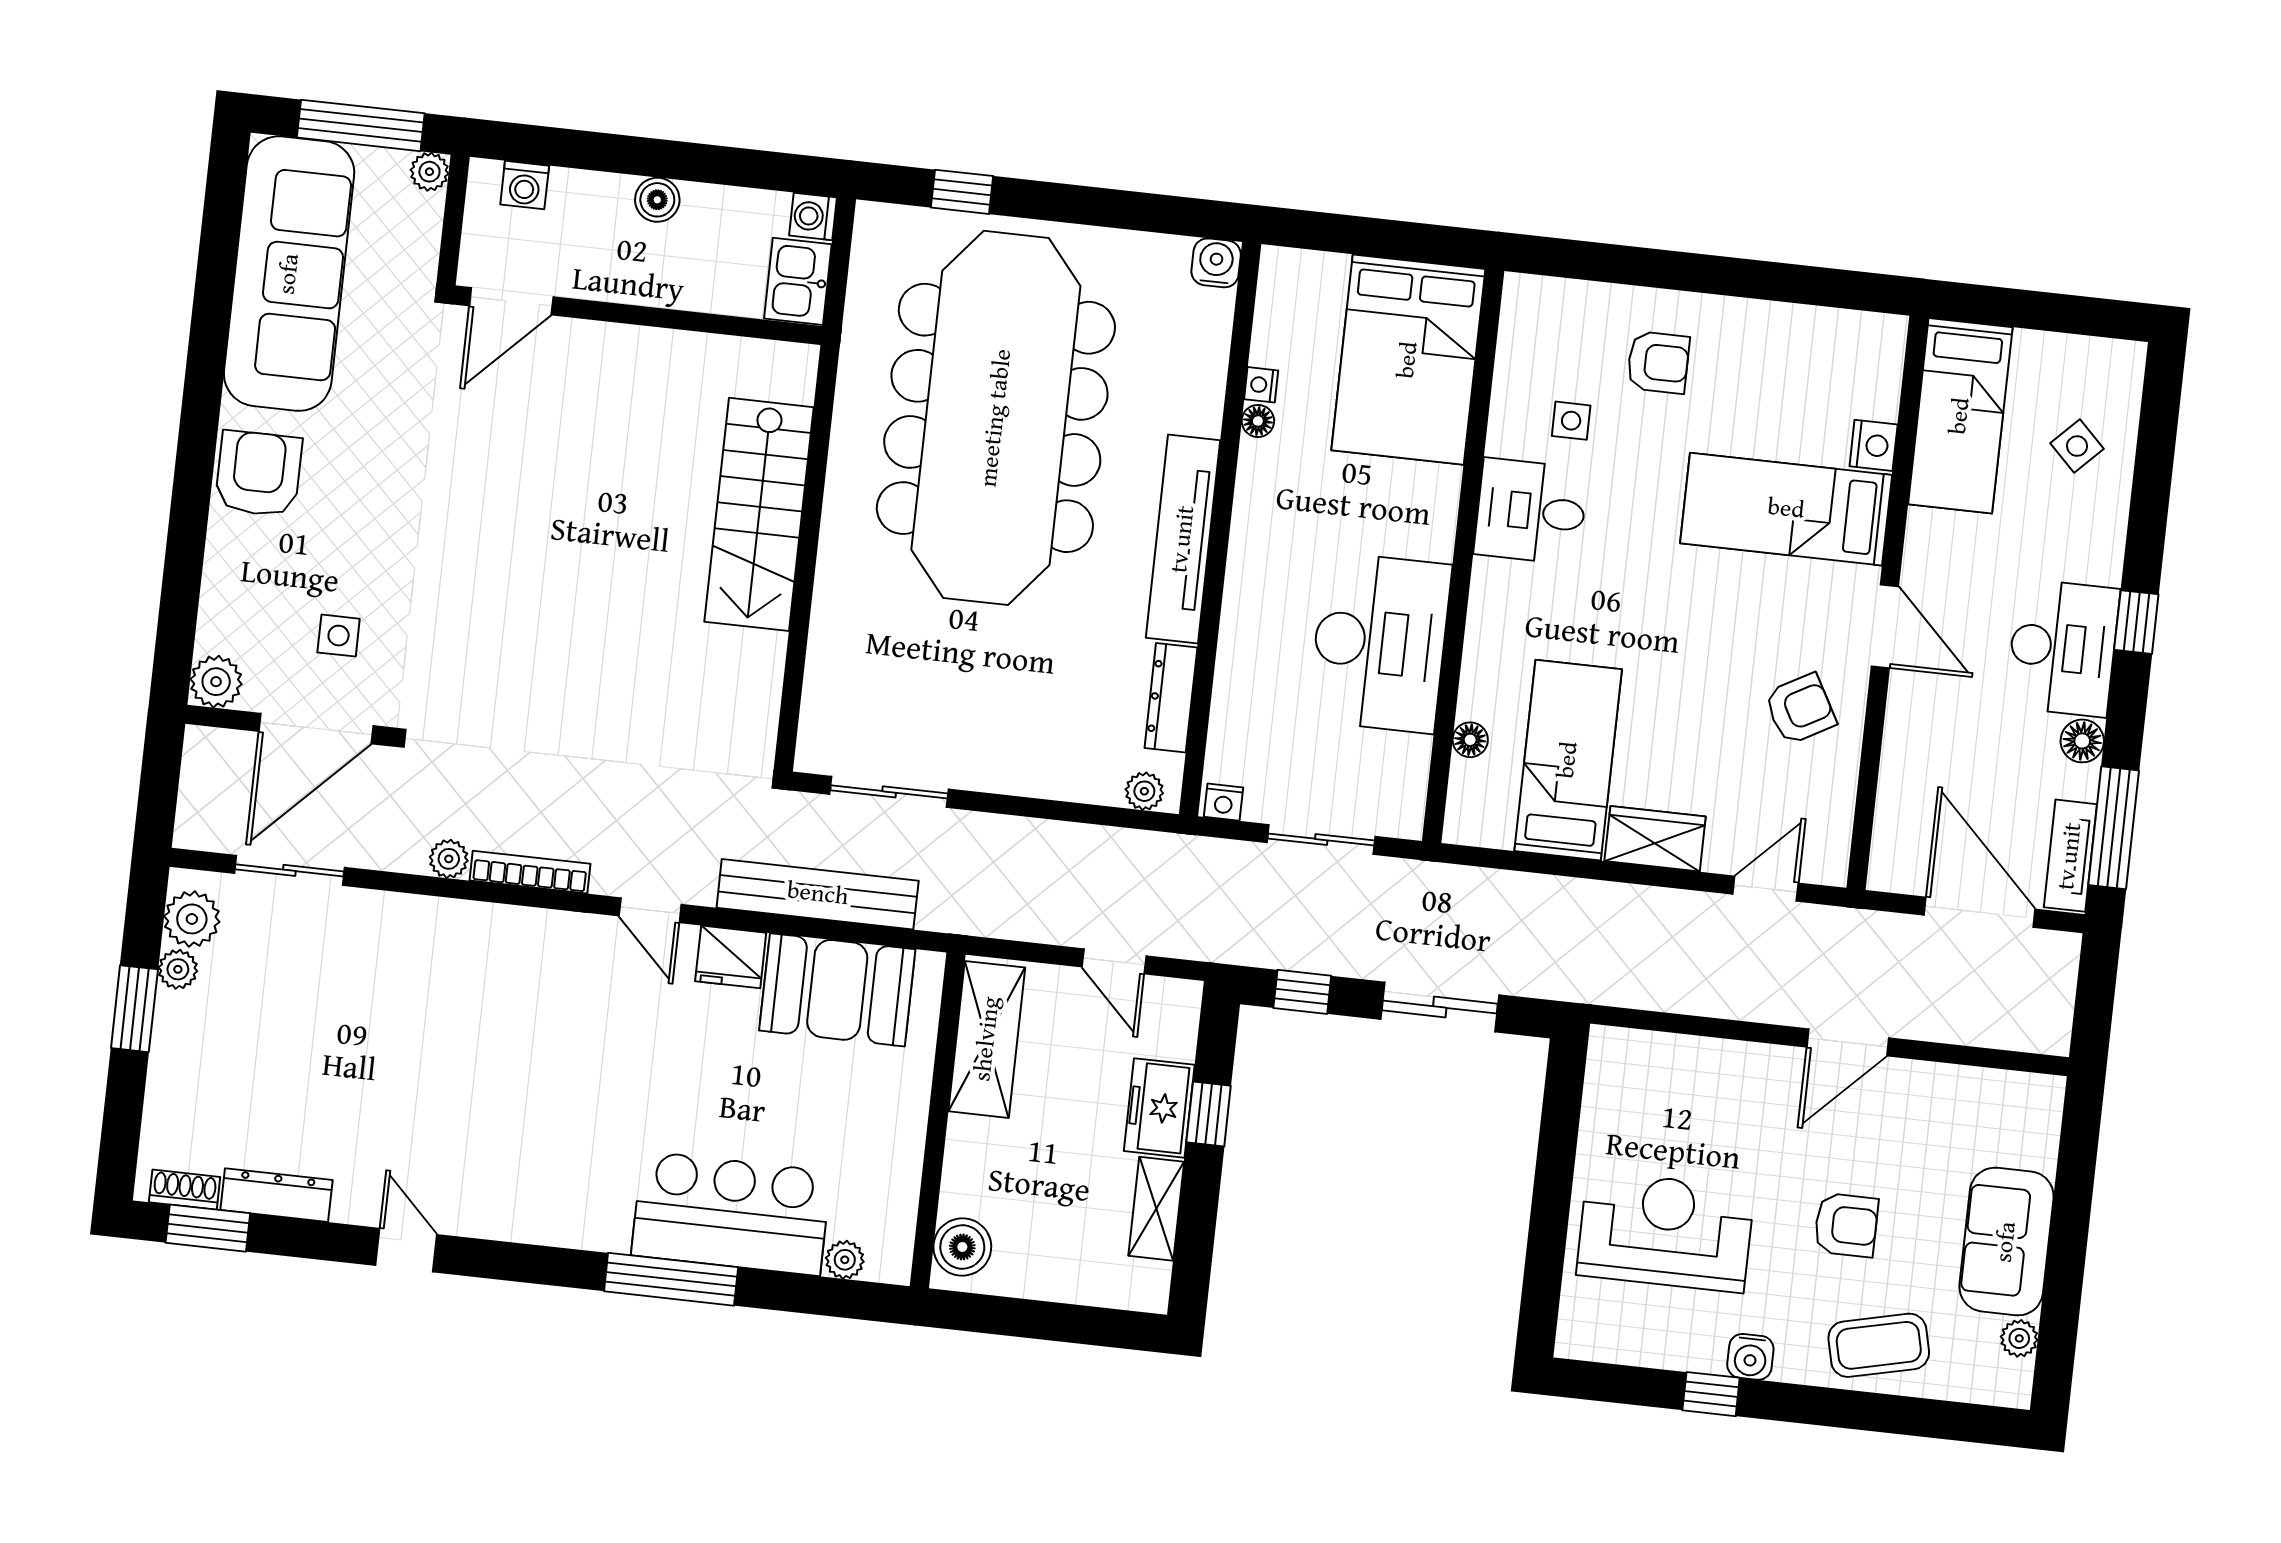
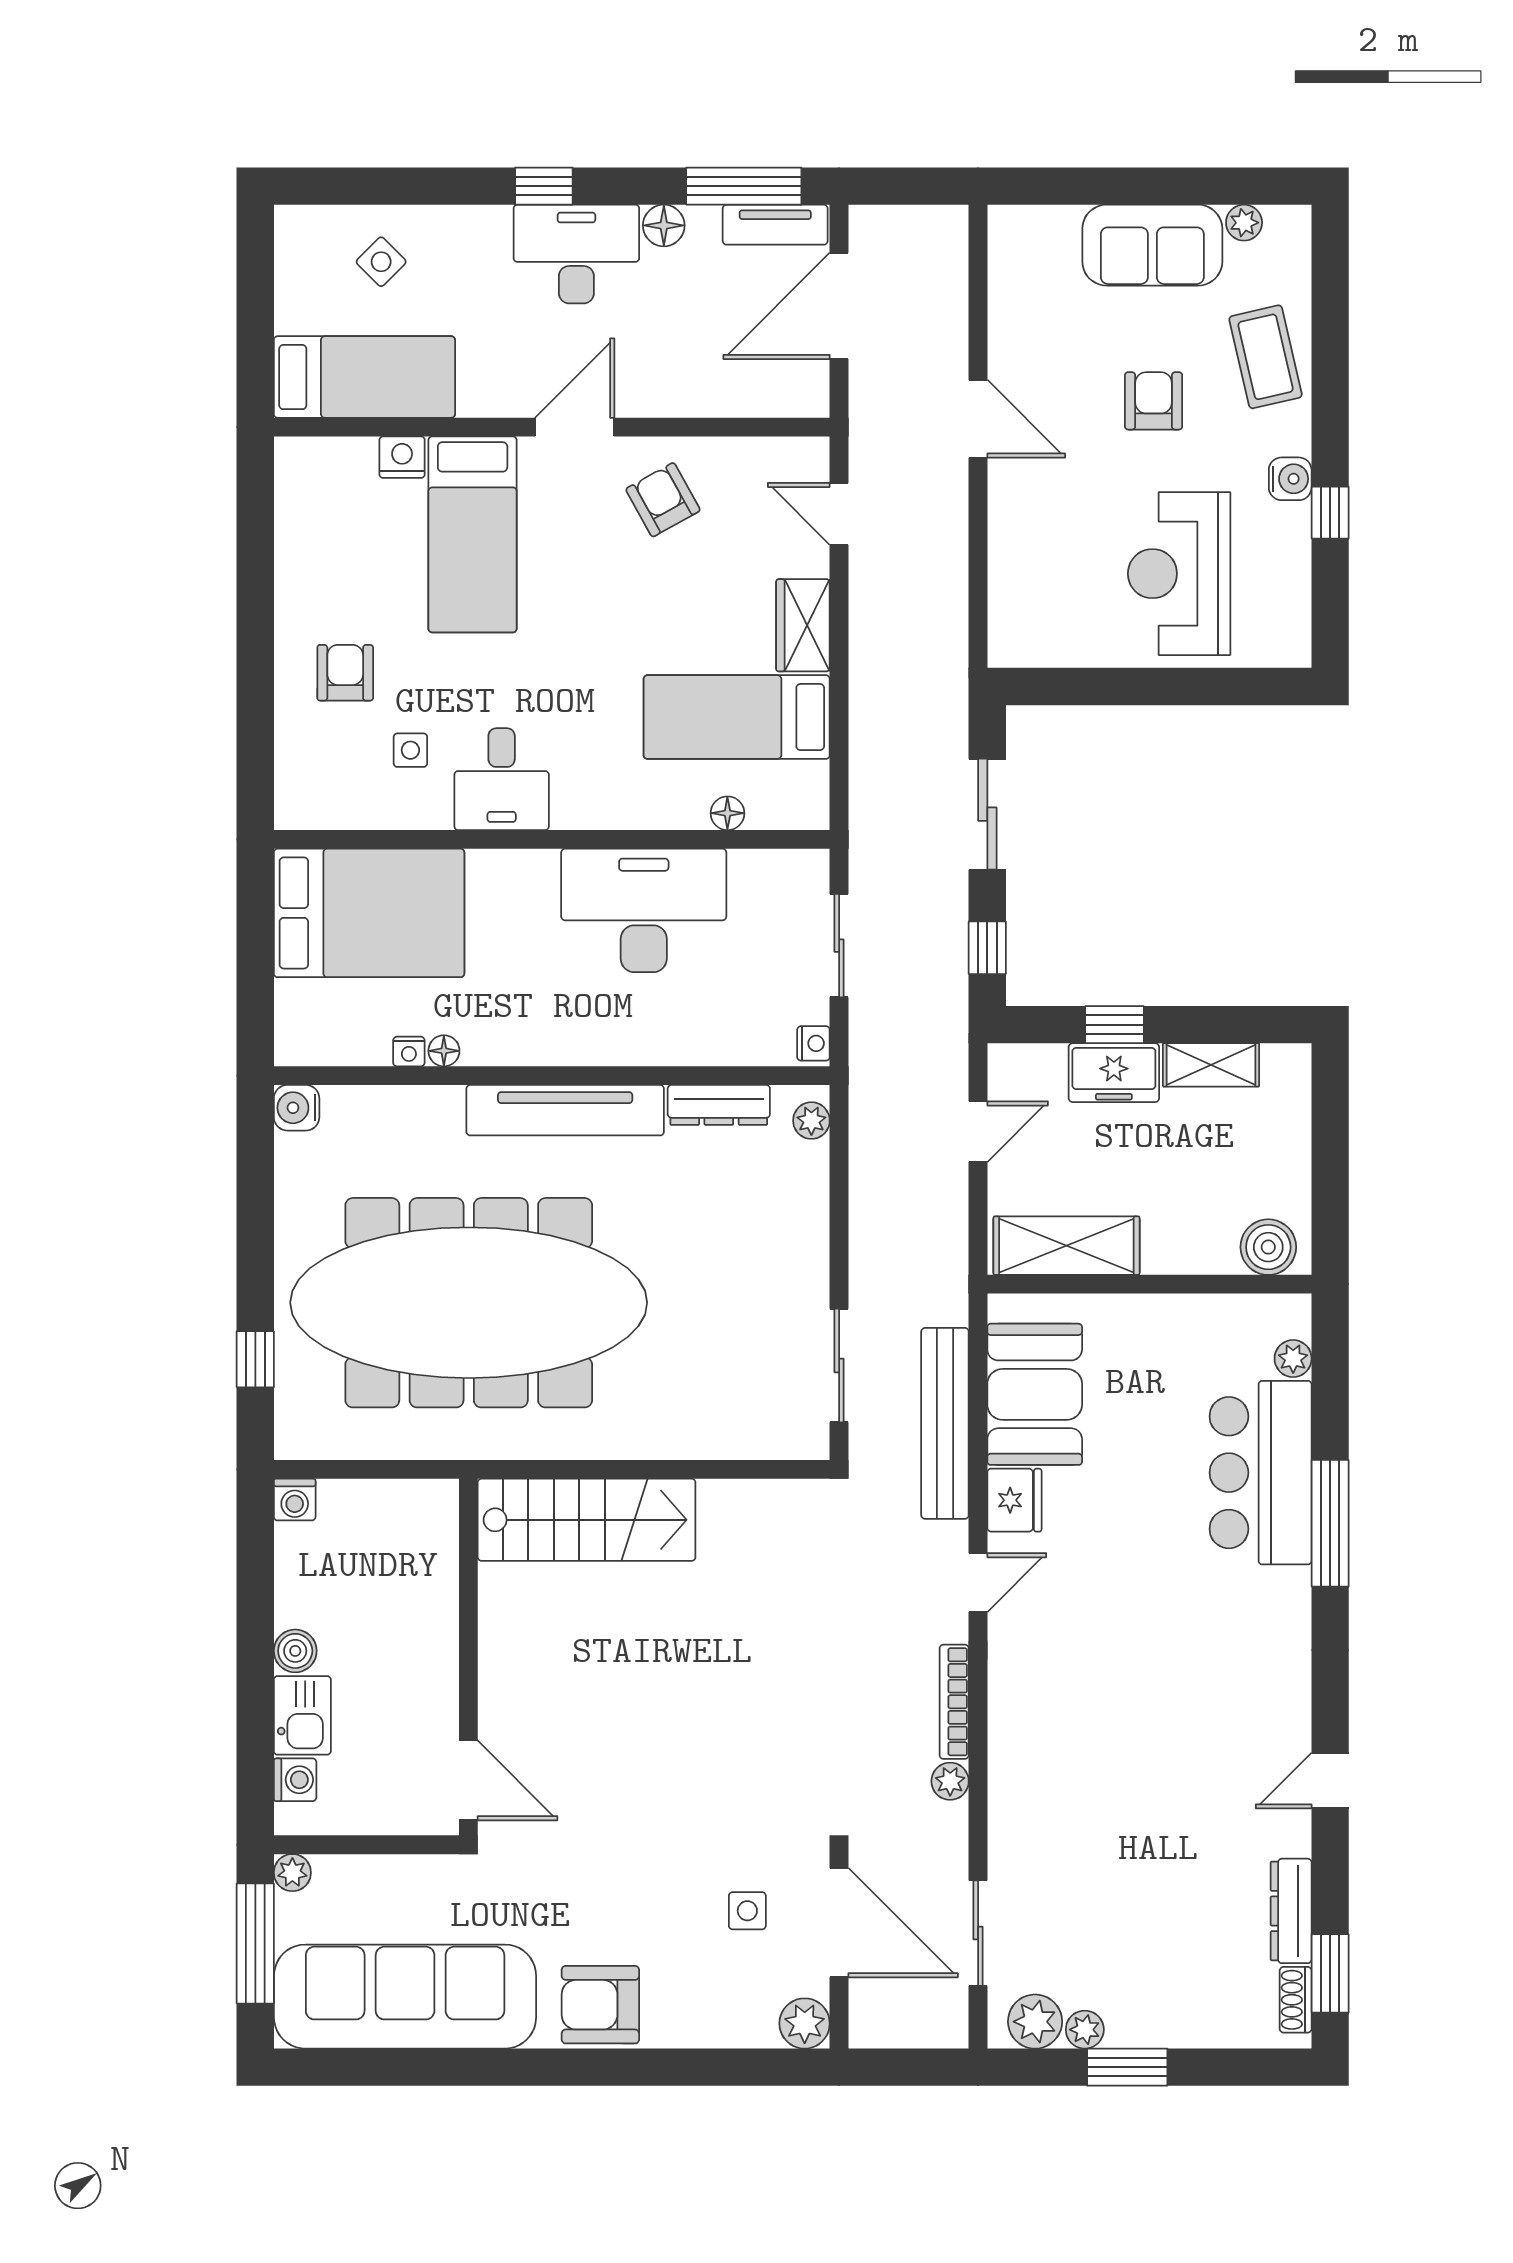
kitchen sink: (798, 281) -> (302, 1715), moved, turned -90
door: (511, 301) -> (468, 1780), moved
wall: (638, 315) -> (468, 1657), moved

